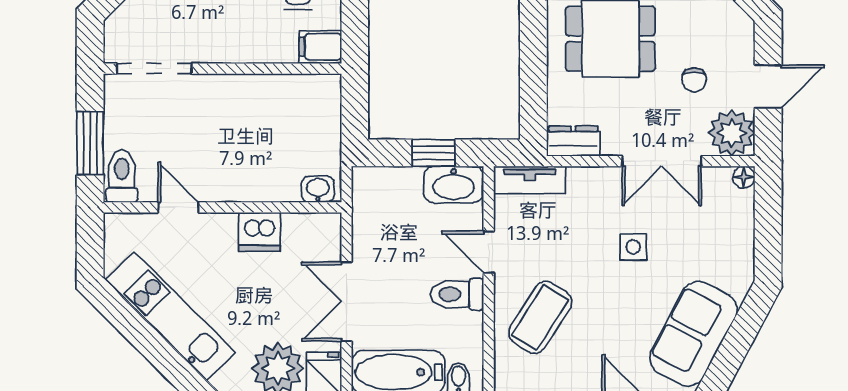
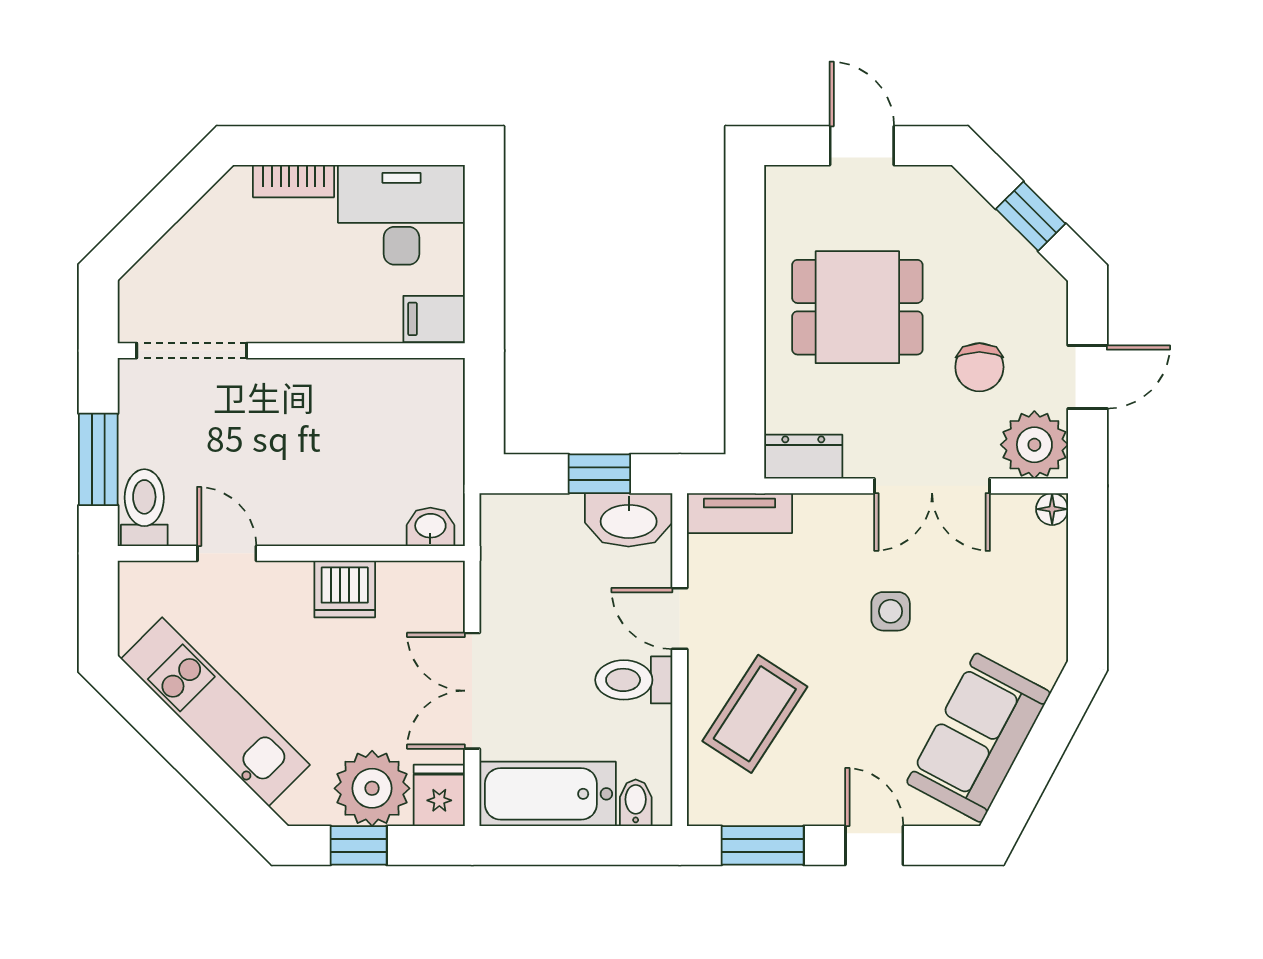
chair: (694, 80) -> (979, 367), width x1.37, depth x1.37

